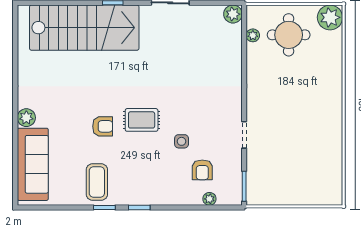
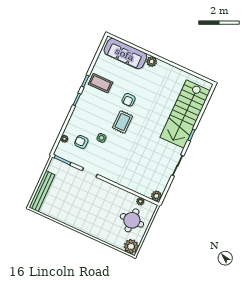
bench: (307, 197) -> (42, 191), added

